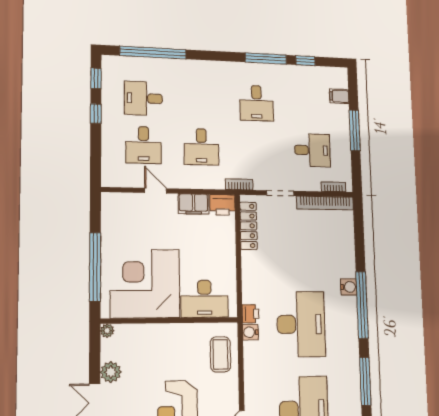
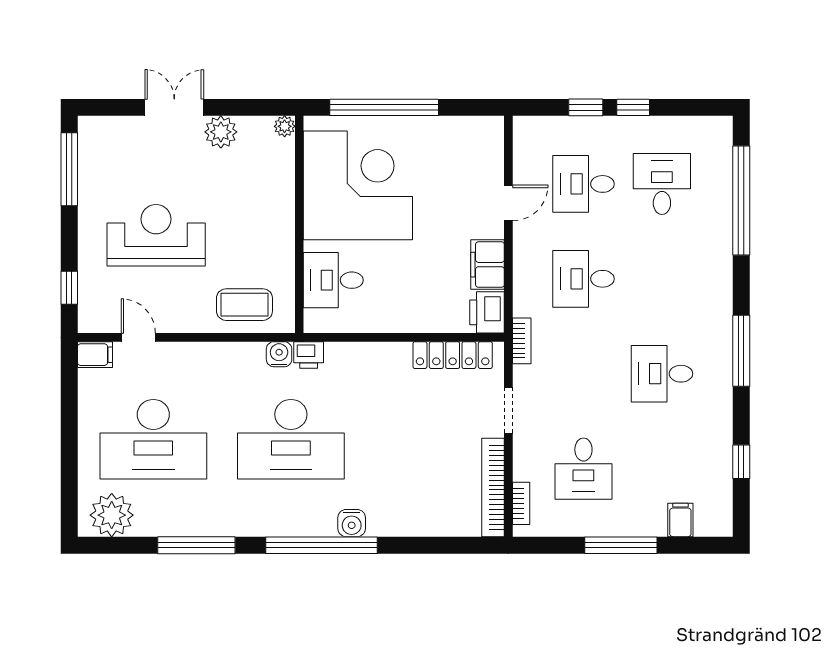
window: (266, 59) -> (741, 351), moved
window: (96, 78) -> (586, 107), moved
desk: (204, 299) -> (333, 280), width x0.73

